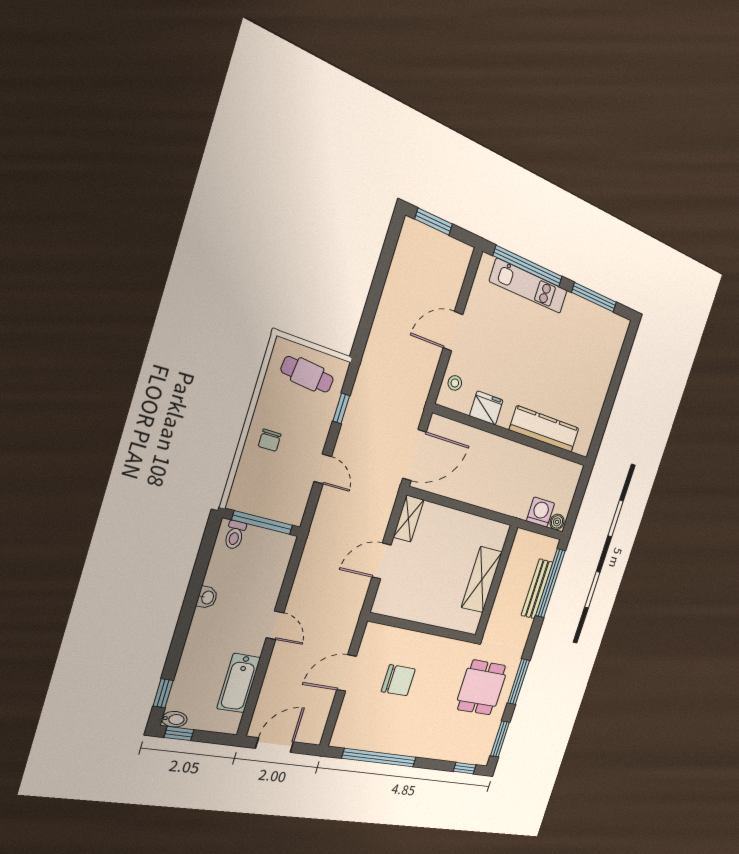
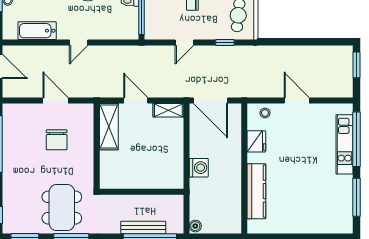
washing machine: (540, 512) -> (199, 168), moved
shelving: (482, 580) -> (109, 127), moved, turned 90
dining table: (482, 687) -> (62, 208), width x1.37

